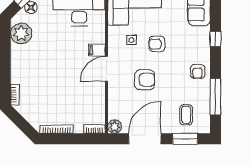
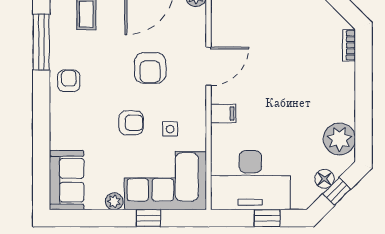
window: (216, 39) -> (41, 131), removed
door: (106, 69) -> (209, 66), moved
armchair: (145, 80) -> (150, 68), turned -90

